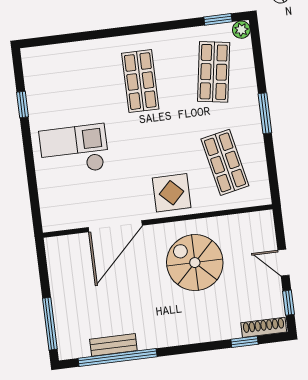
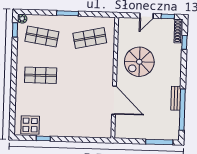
checkout: (74, 150) -> (71, 115), removed
display table: (172, 193) -> (30, 125), moved
bench: (113, 345) -> (176, 98), moved

